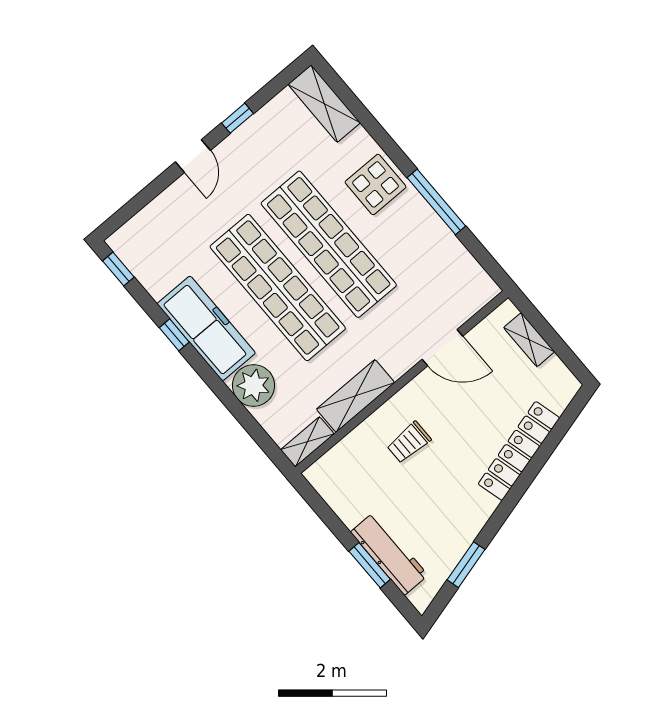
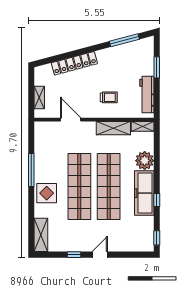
workbench: (389, 554) -> (147, 95), moved
window: (466, 565) -> (124, 40), width x1.44

